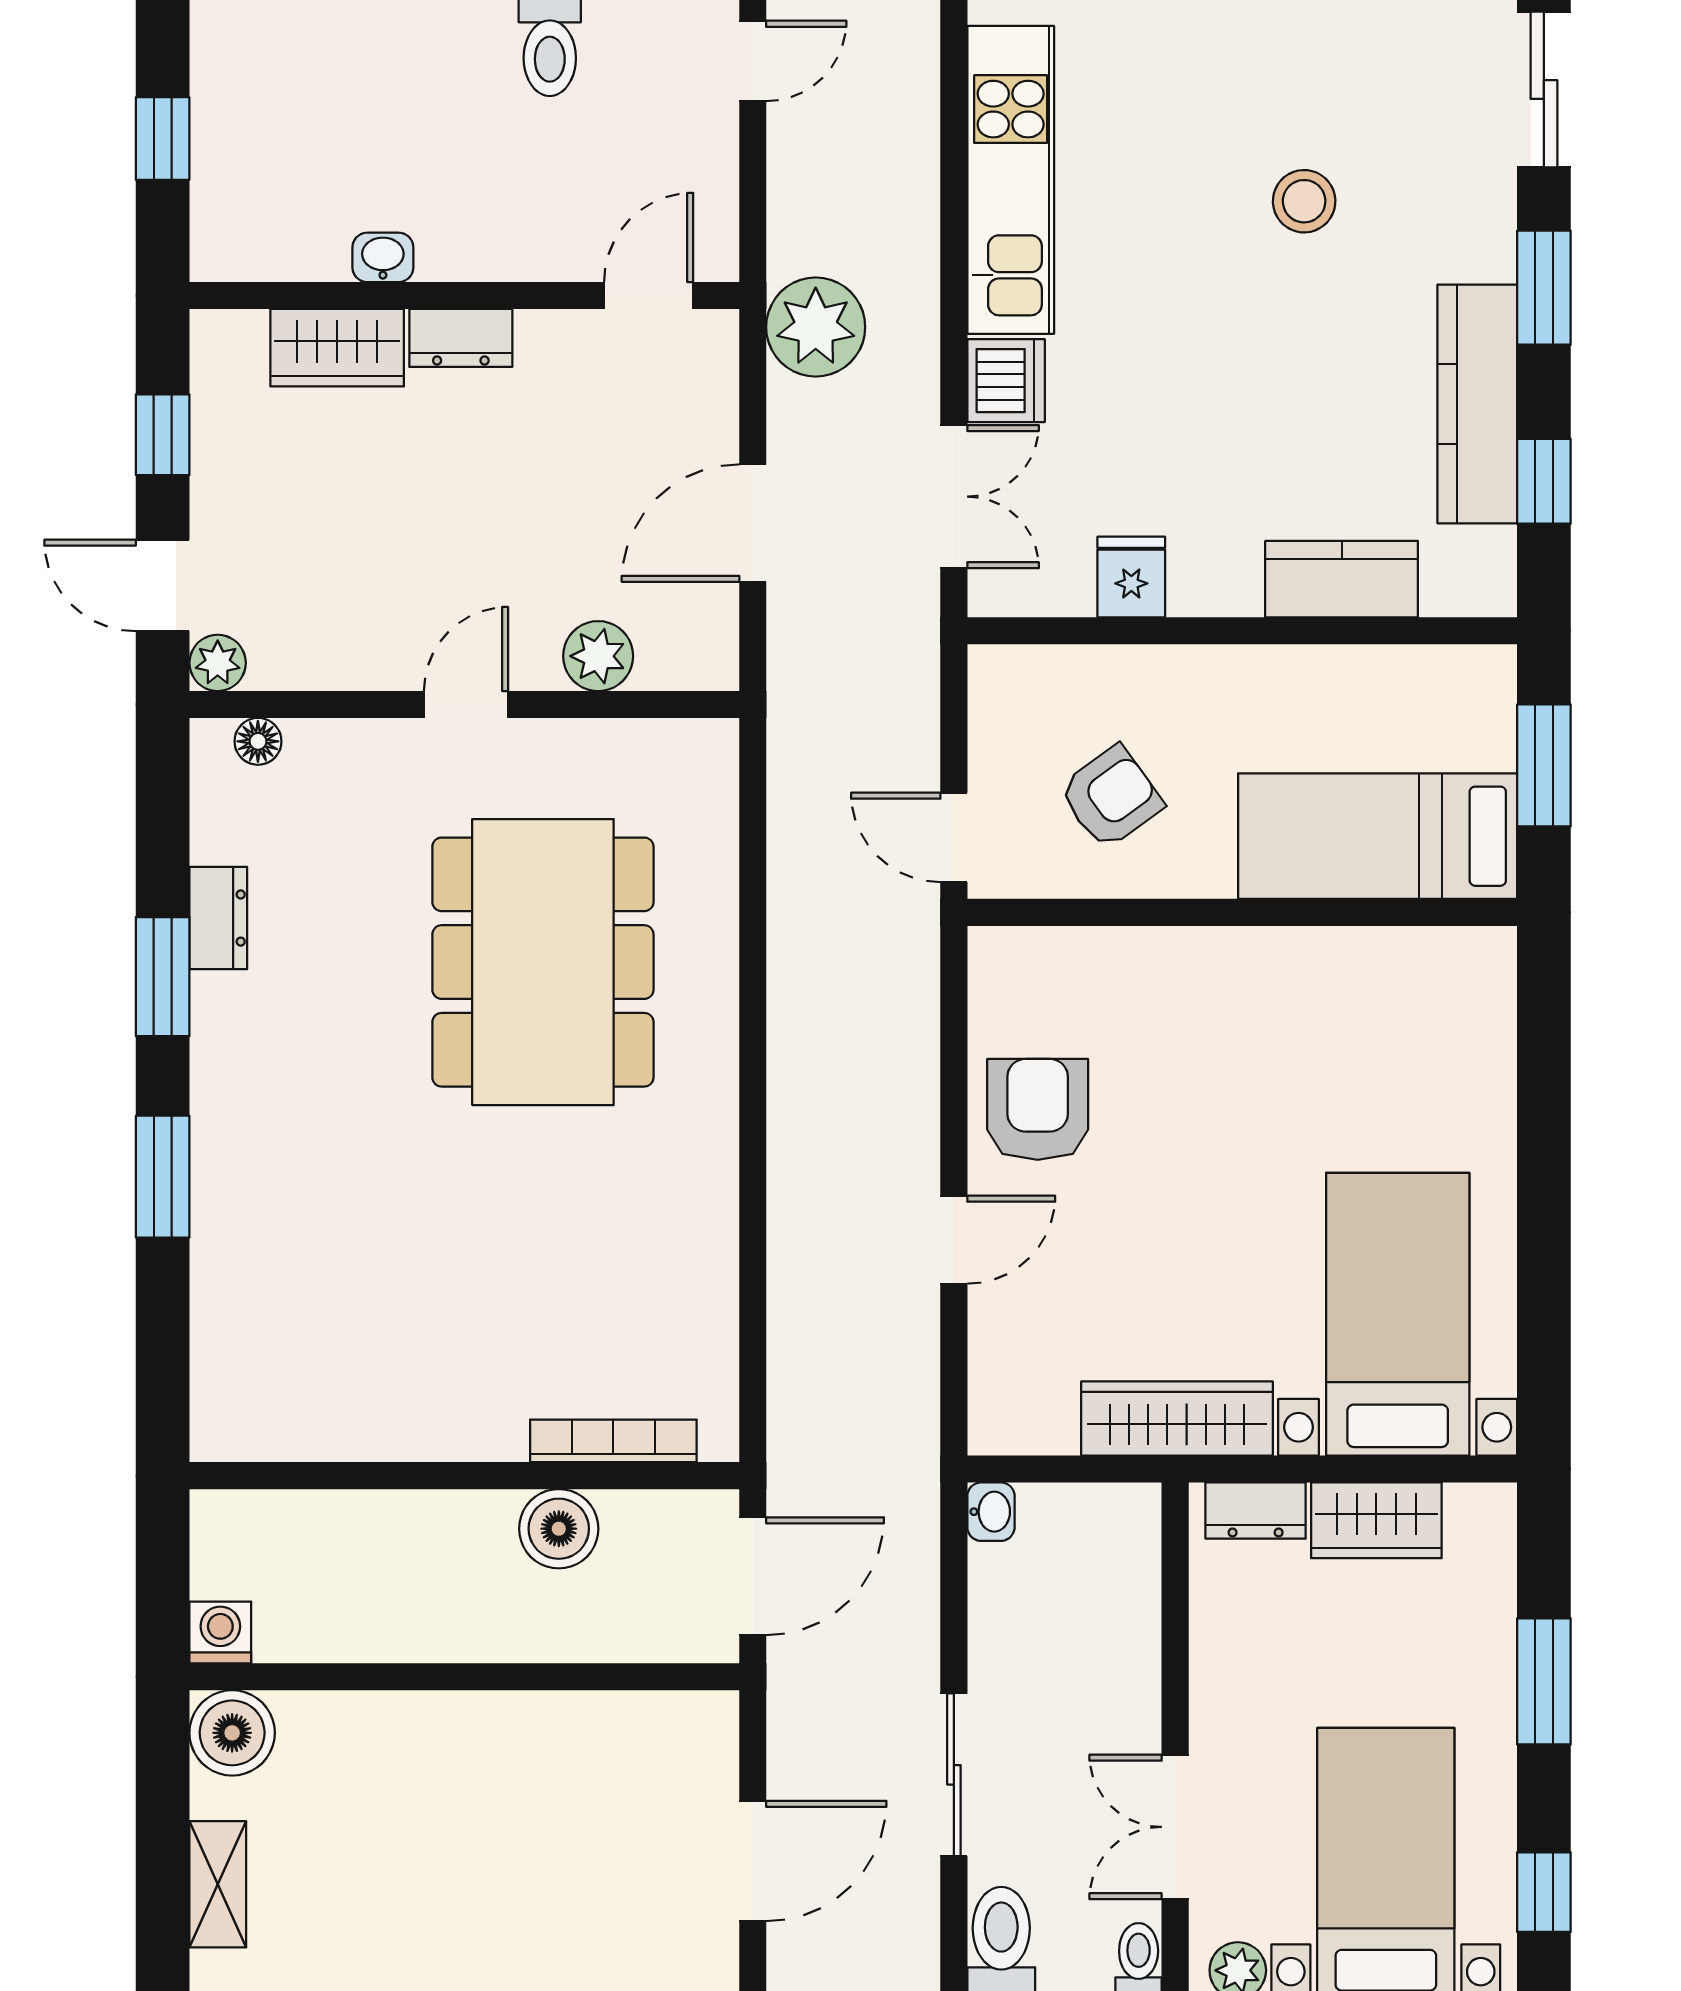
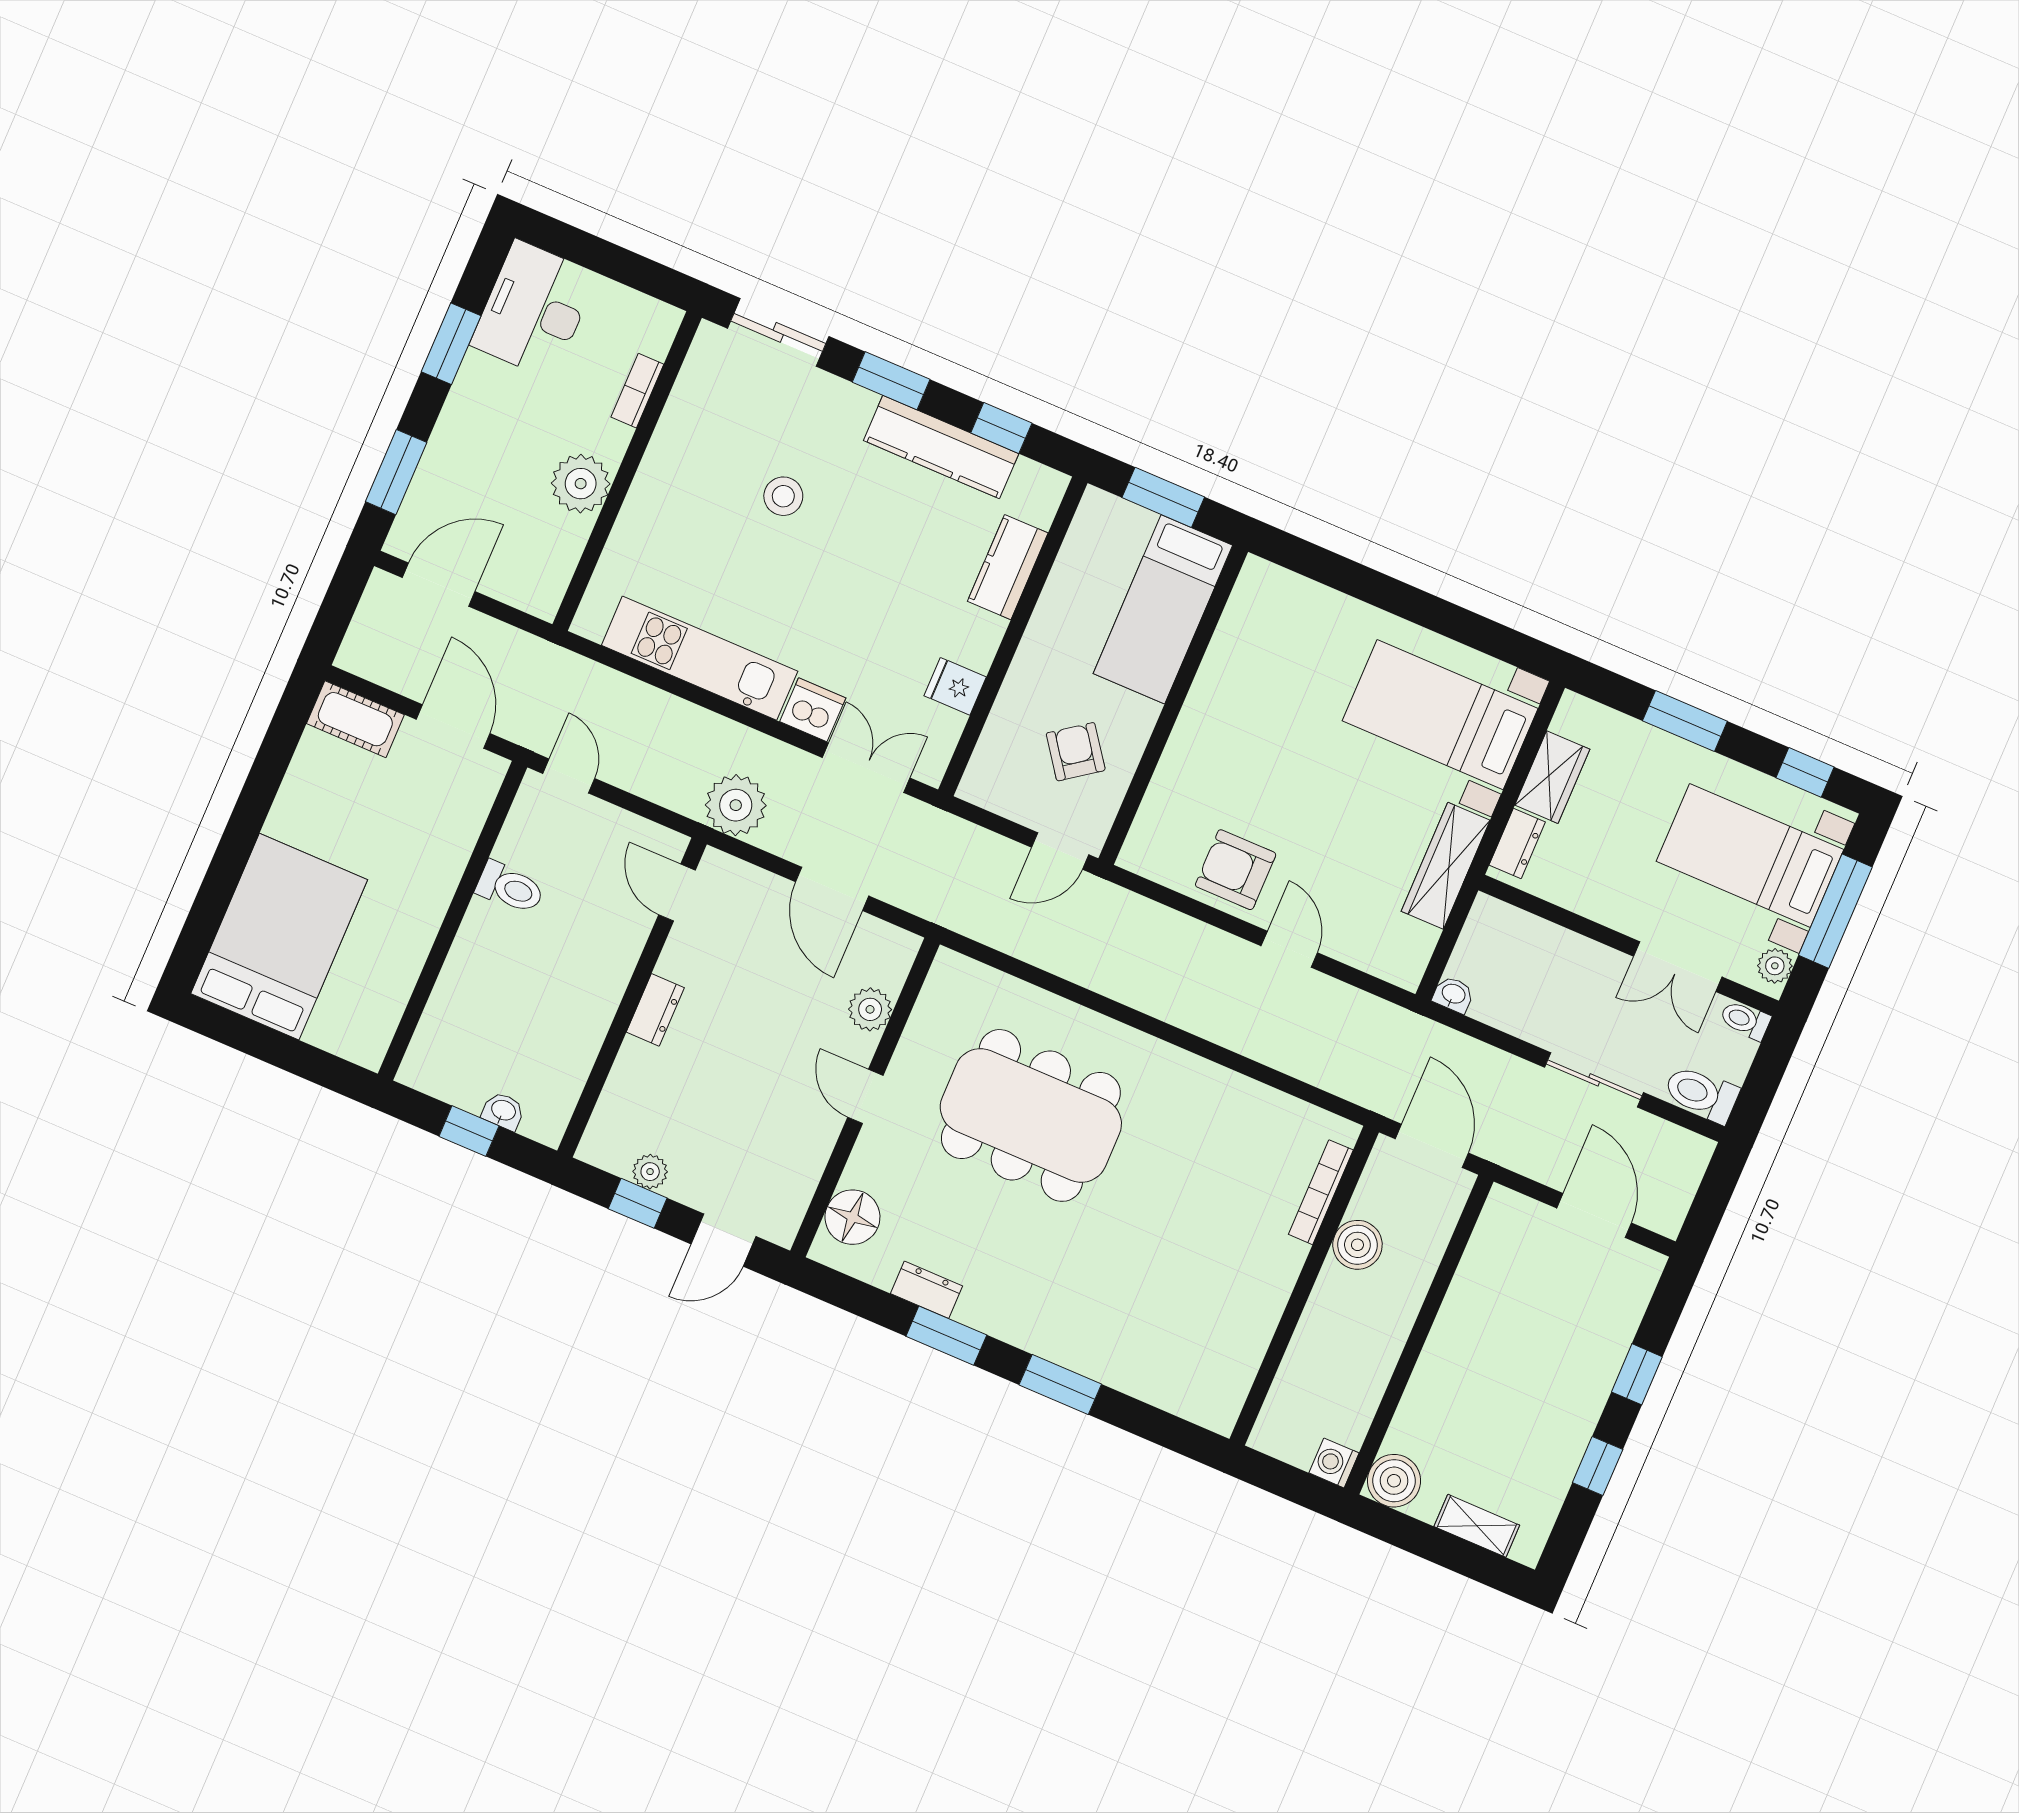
washbasin: (383, 257) -> (503, 1111), moved, turned 90
wardrobe: (337, 348) -> (631, 1083), removed
plant: (218, 663) -> (650, 1172), moved
floor lamp: (258, 741) -> (852, 1217), width x1.89, depth x1.89

